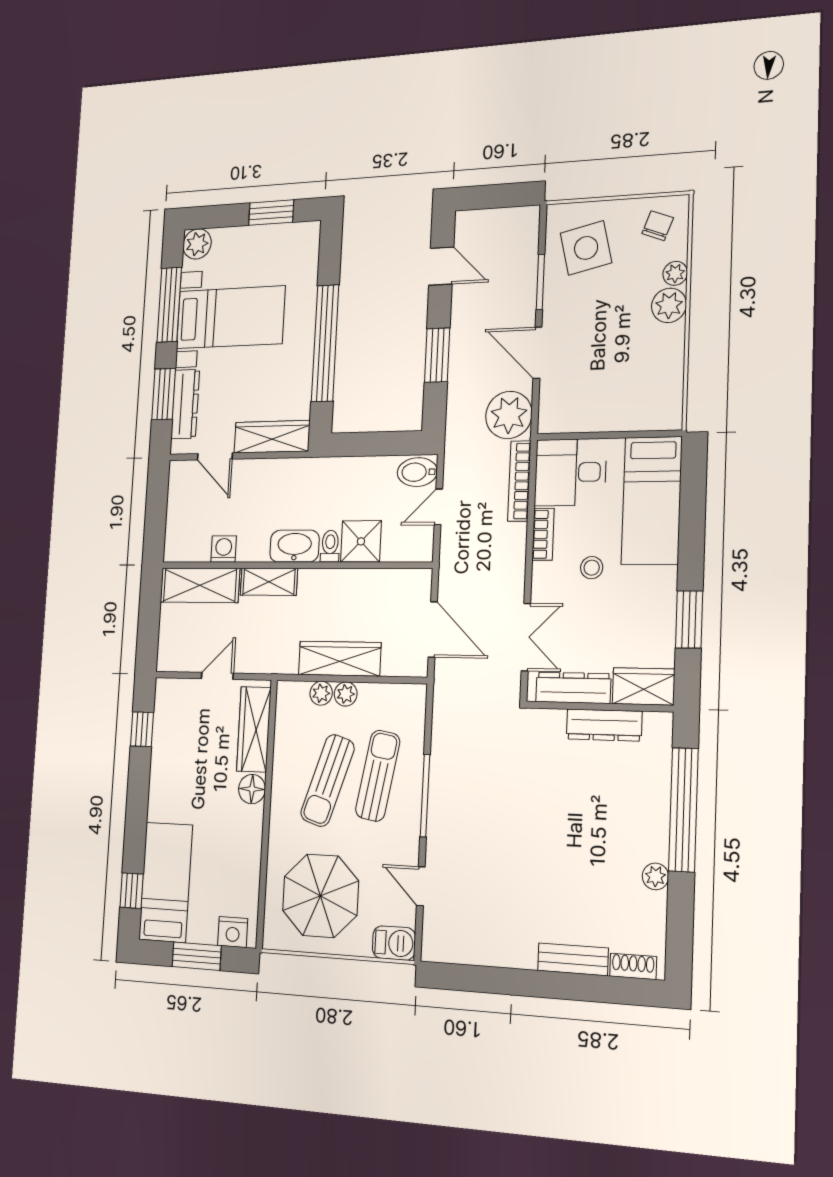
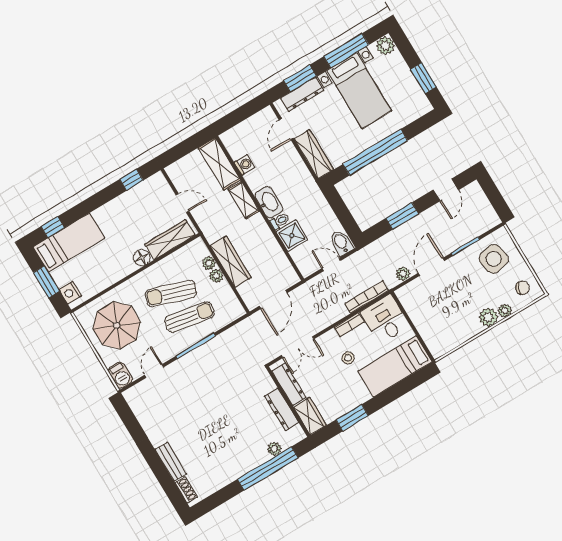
plant: (509, 415) -> (403, 274), width x0.53, depth x0.53
plant: (655, 876) -> (274, 449), moved

